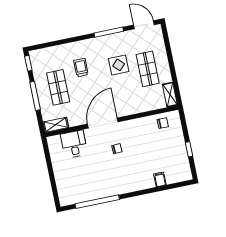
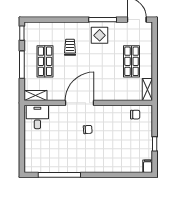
display table: (119, 65) -> (100, 35), moved
desk: (74, 144) -> (37, 117), moved
filing cabinet: (160, 179) -> (148, 166), moved

